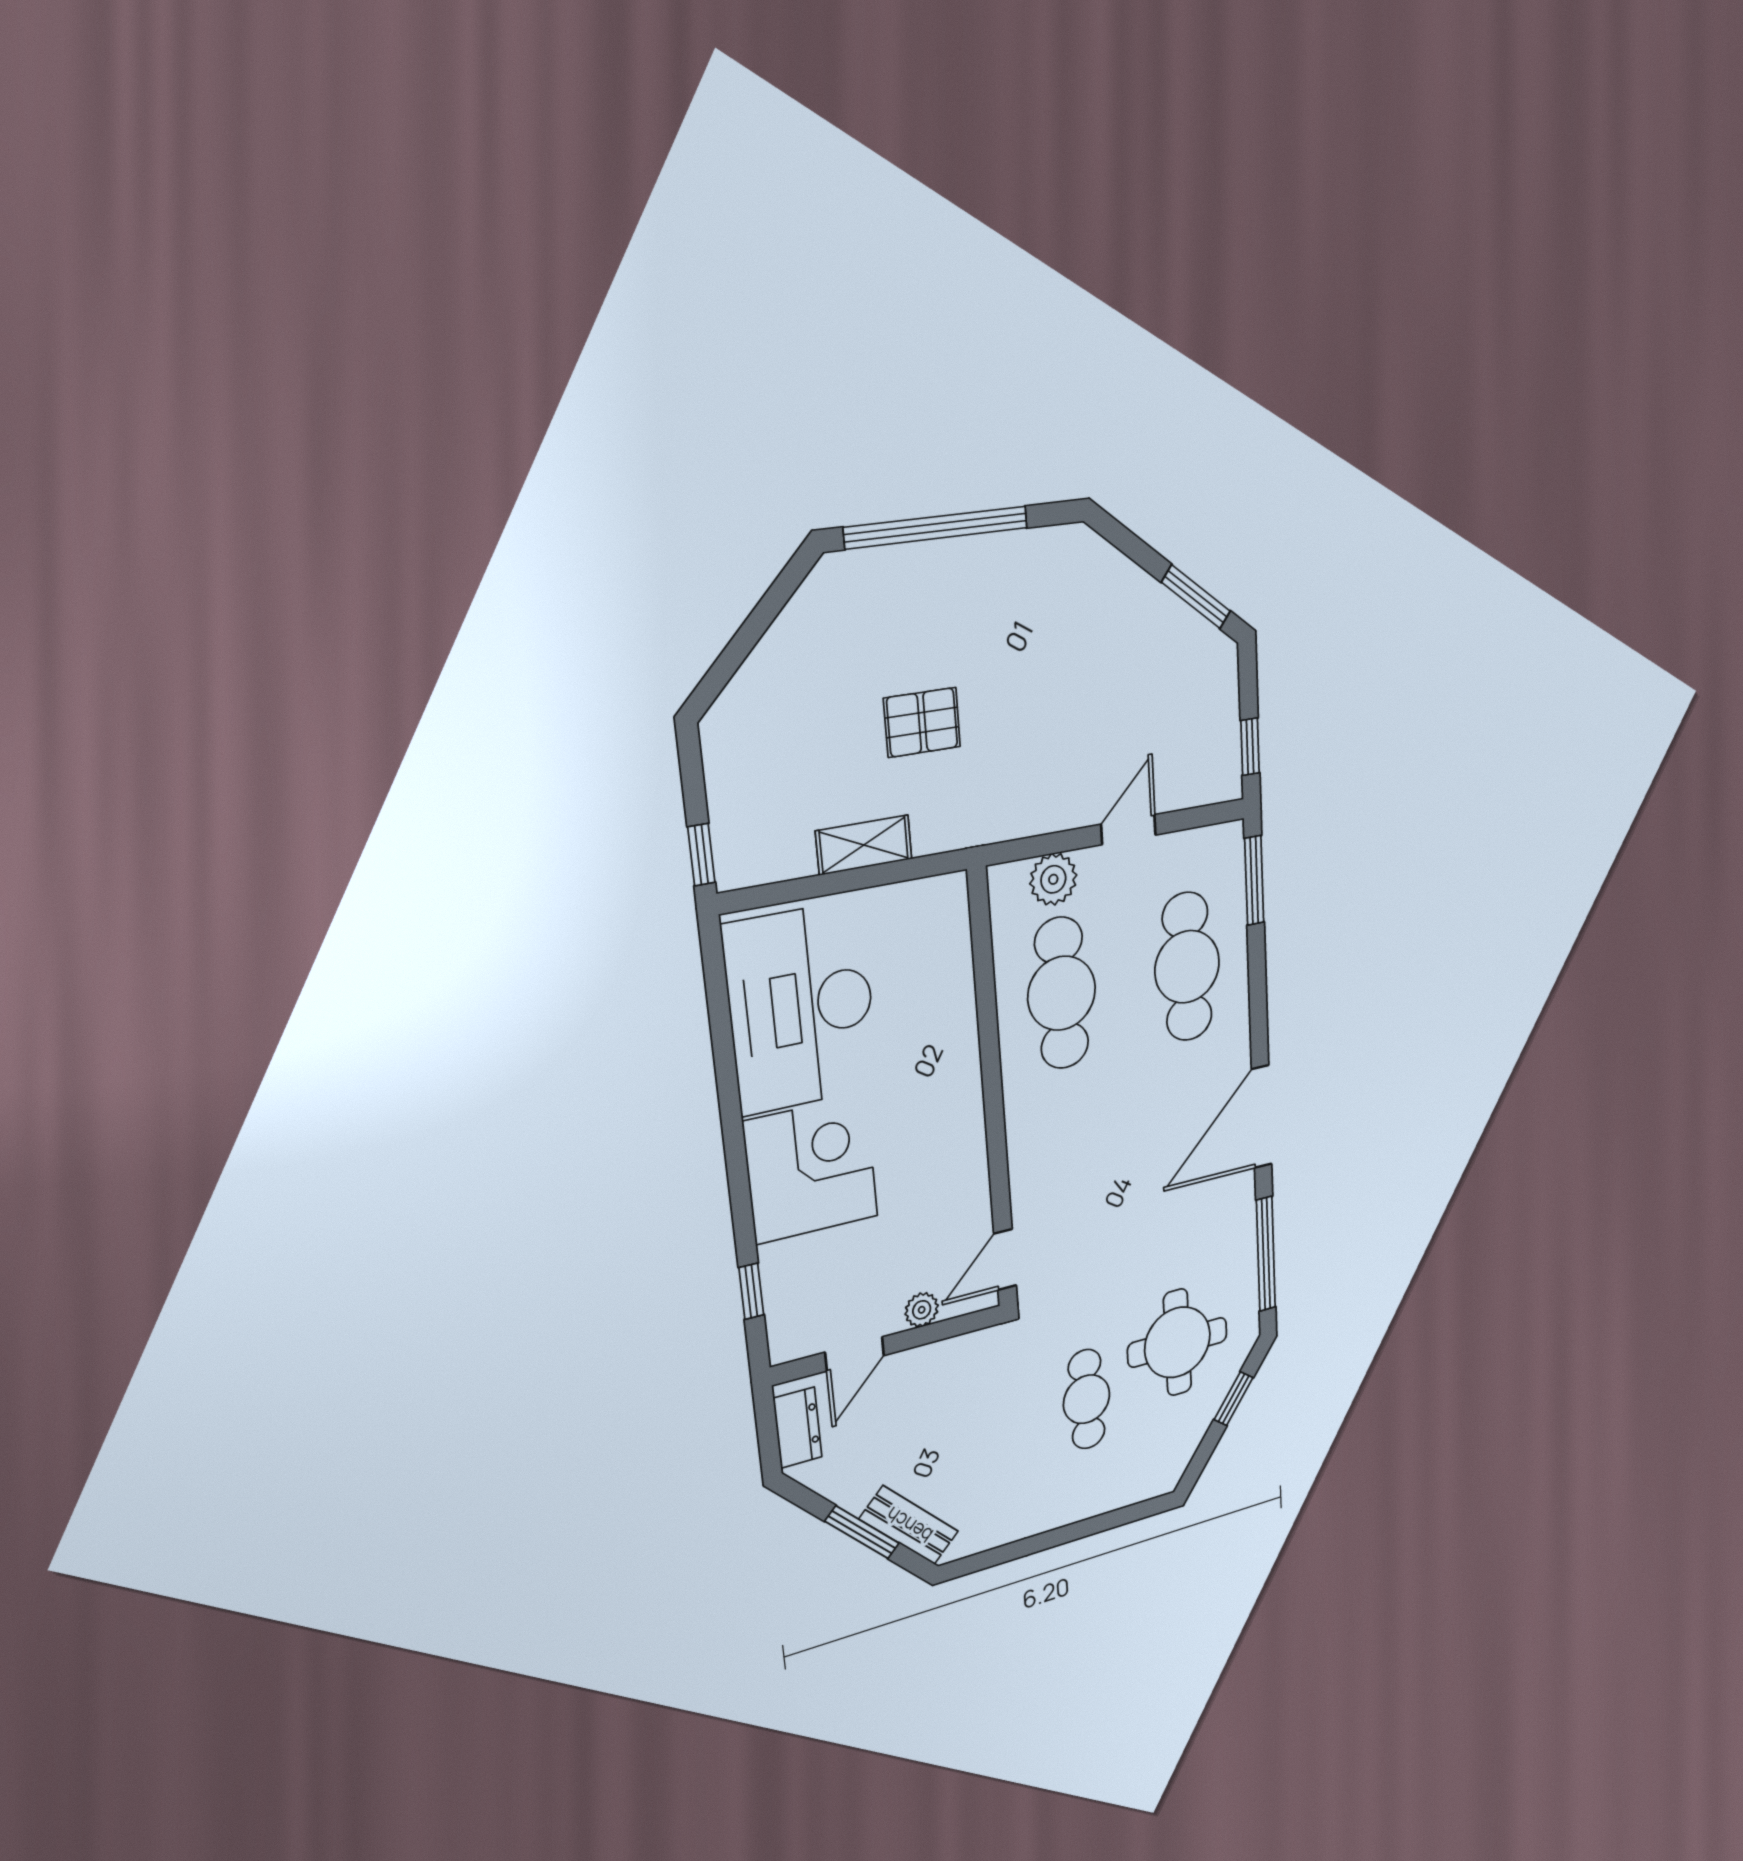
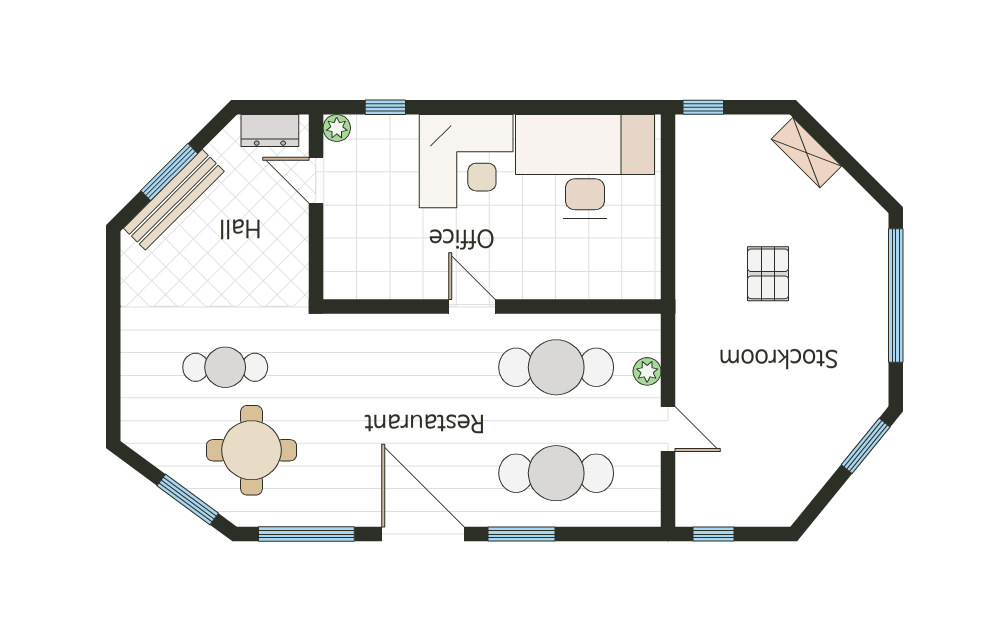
window: (1196, 597) -> (866, 446), moved
shelving: (864, 845) -> (806, 153), moved, turned -45
plant: (1053, 879) -> (647, 371), width x0.73, depth x0.73
window: (1254, 880) -> (521, 534), moved
door: (1005, 1260) -> (472, 306), moved
plant: (922, 1310) -> (337, 128), moved
window: (1234, 1399) -> (188, 499), width x1.50
bench: (909, 1525) -> (174, 200), width x1.36

